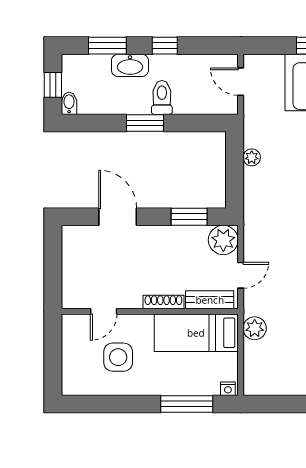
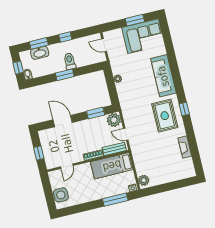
washbasin: (130, 65) -> (40, 53), moved
window: (53, 270) -> (39, 153), added
door: (241, 275) -> (126, 134), swing flipped
plant: (255, 328) -> (144, 180), moved
side table: (118, 357) -> (61, 195), moved

